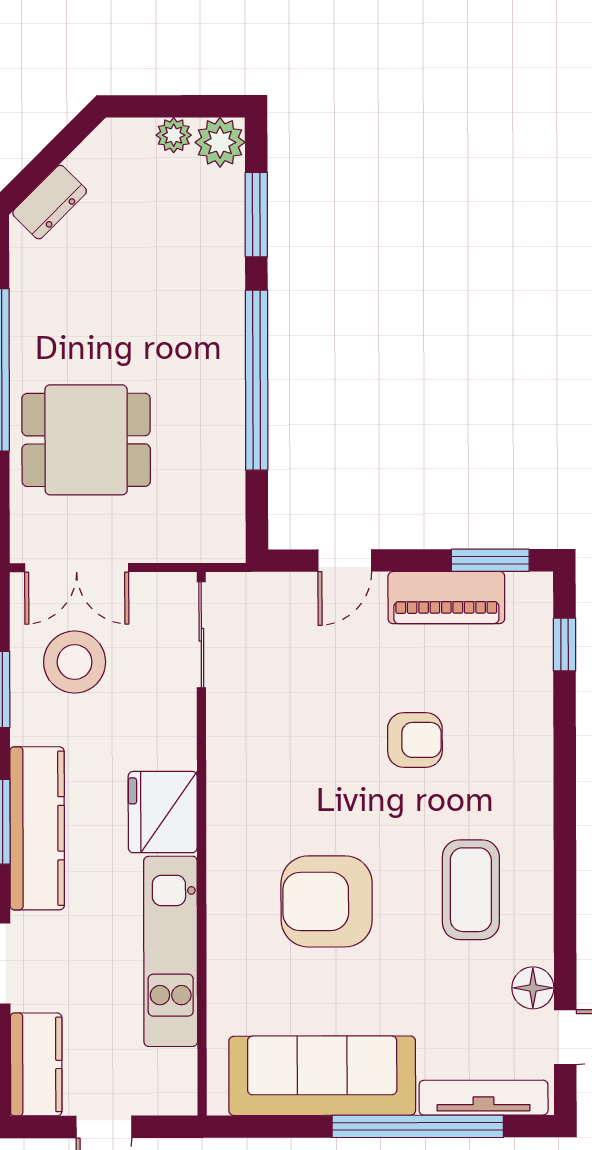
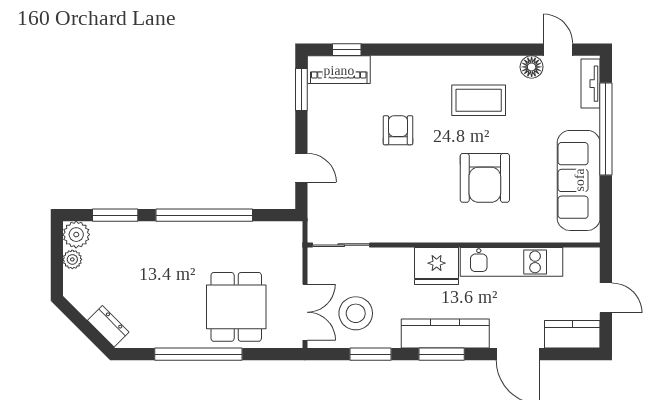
piano: (446, 598) -> (339, 70), moved, turned 90
tv unit: (484, 1098) -> (591, 84), width x0.71

